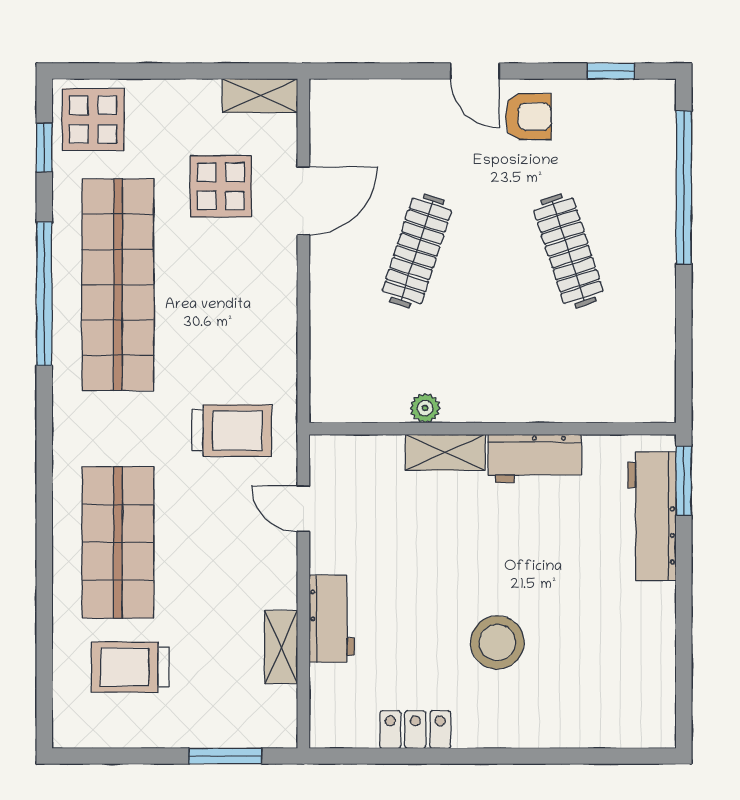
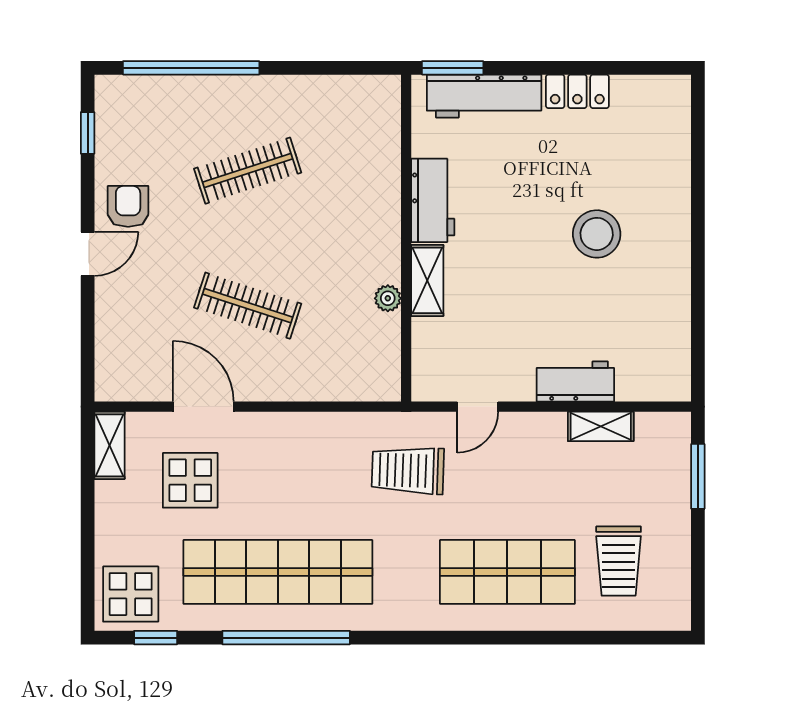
trolley: (232, 431) -> (408, 470), turned -88
locker: (415, 730) -> (577, 91), moved, turned -90

